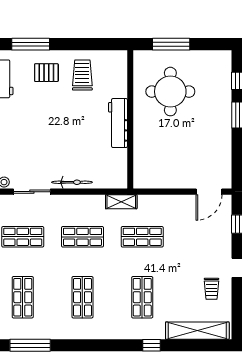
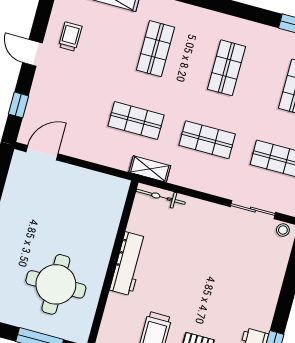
bicycle: (72, 182) -> (161, 197), moved

